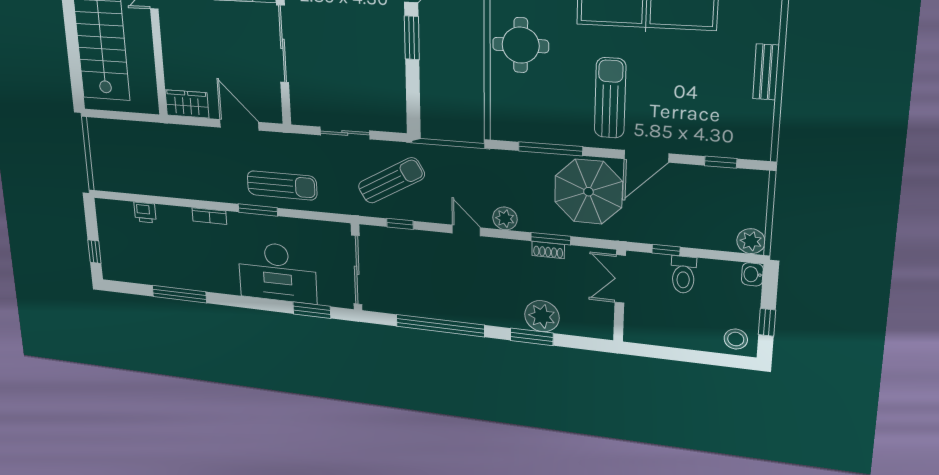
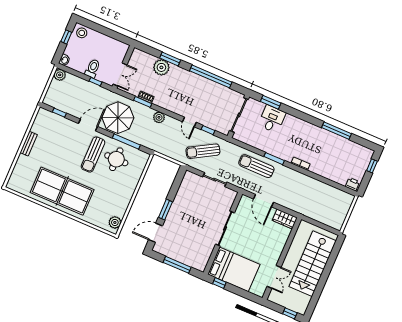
round table: (521, 45) -> (116, 159), moved
printer: (145, 213) -> (352, 184), moved
door: (466, 230) -> (189, 122), moved
desk: (277, 272) -> (272, 119), width x0.53, depth x0.77

